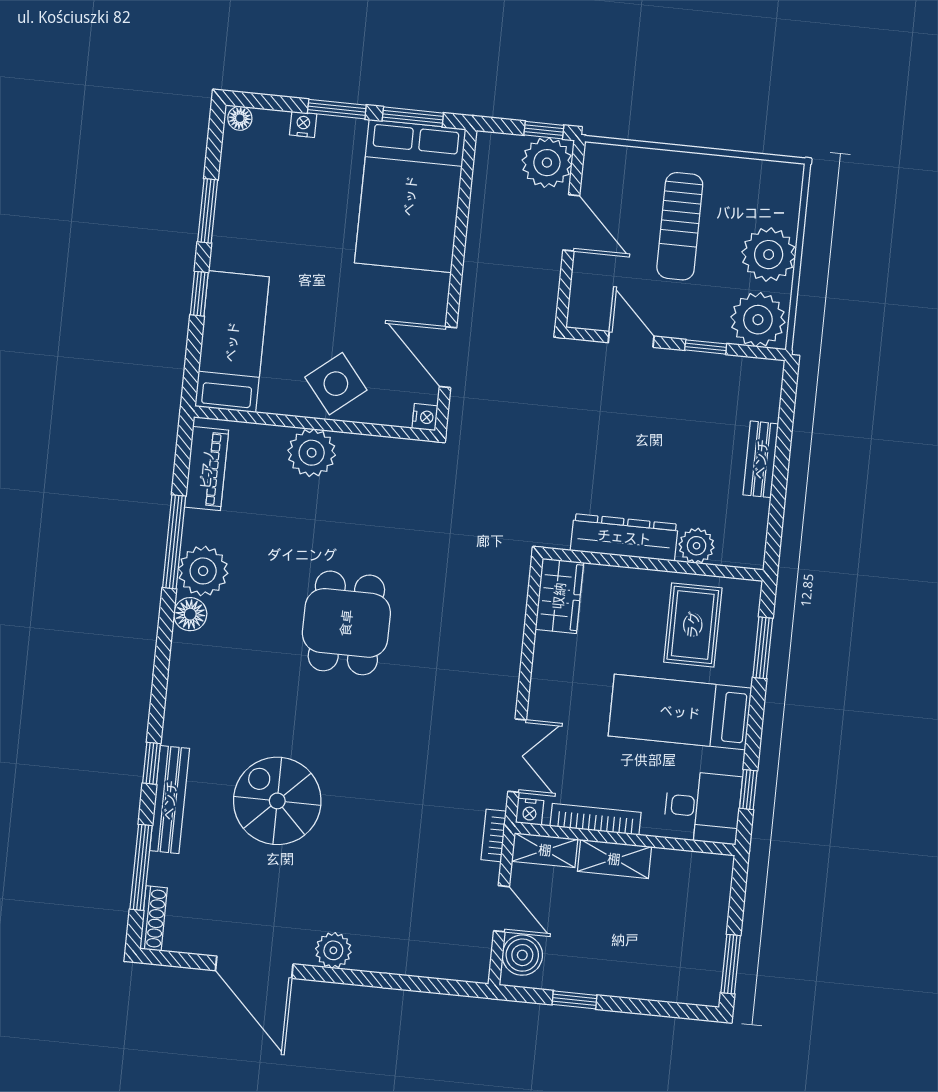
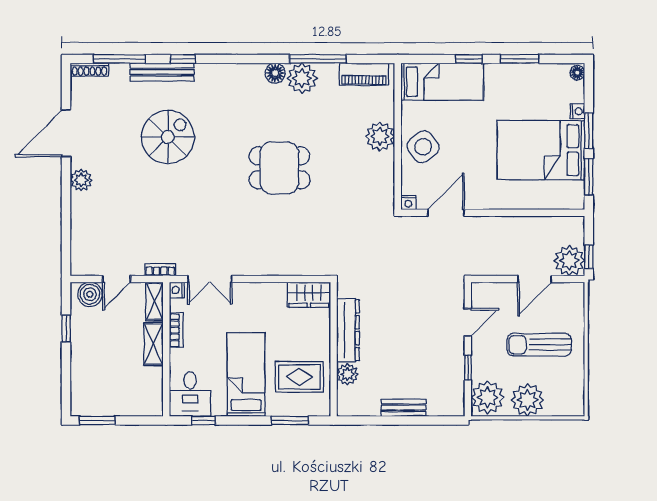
bed: (410, 196) -> (541, 150), moved
bookcase: (596, 819) -> (176, 330), width x0.64

